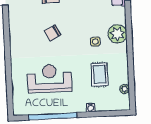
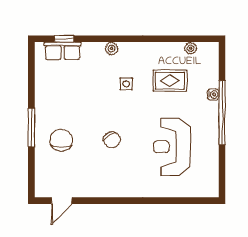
plant: (117, 34) -> (112, 49), width x0.53, depth x0.53
window: (53, 116) -> (222, 113), moved

